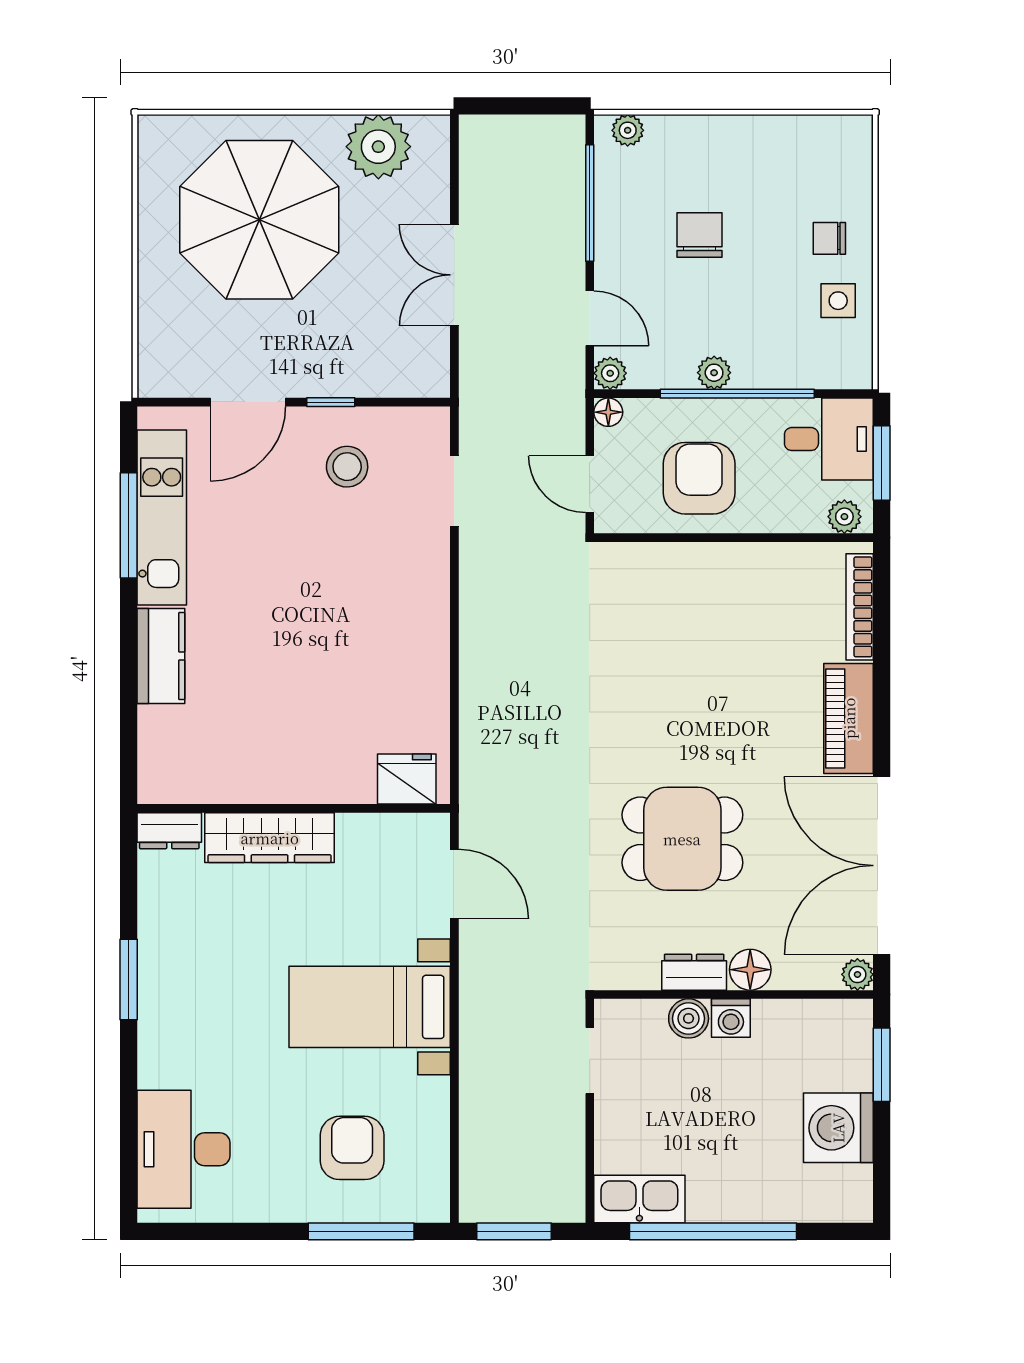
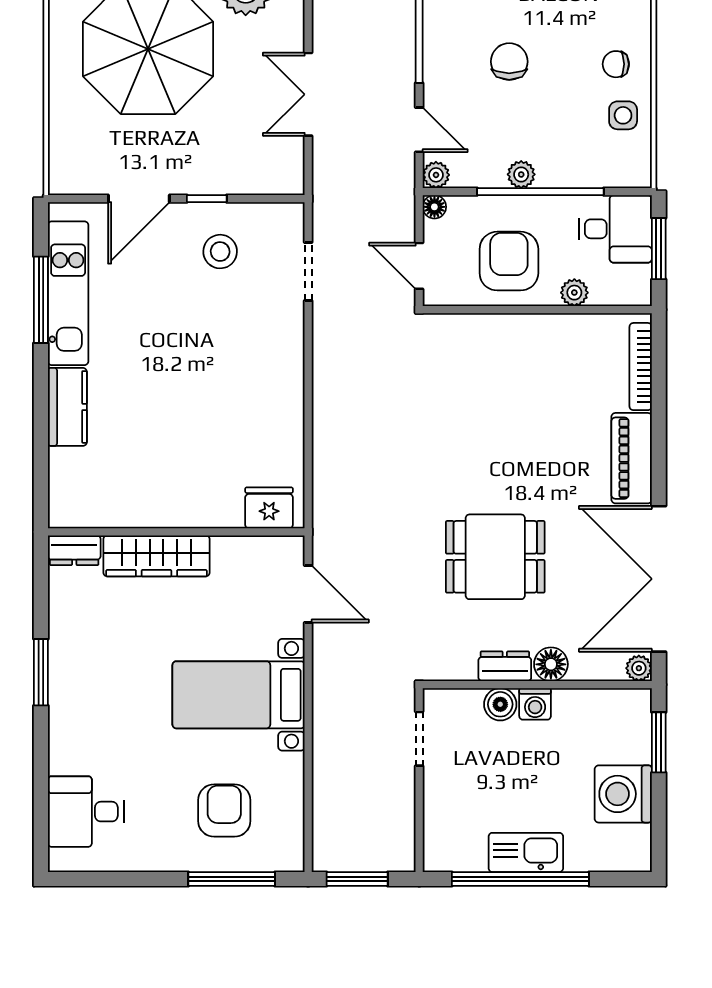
plant: (844, 517) -> (574, 293), moved
desk: (183, 1149) -> (86, 812), width x0.73
kitchen sink: (639, 1199) -> (526, 852), moved

